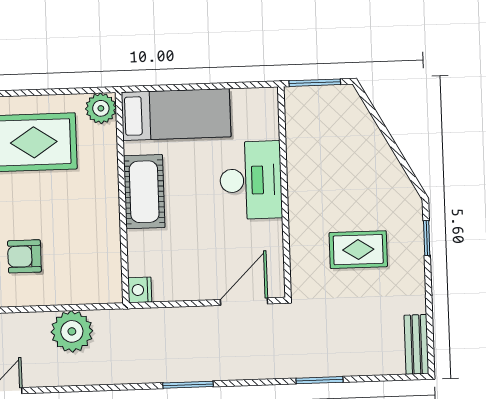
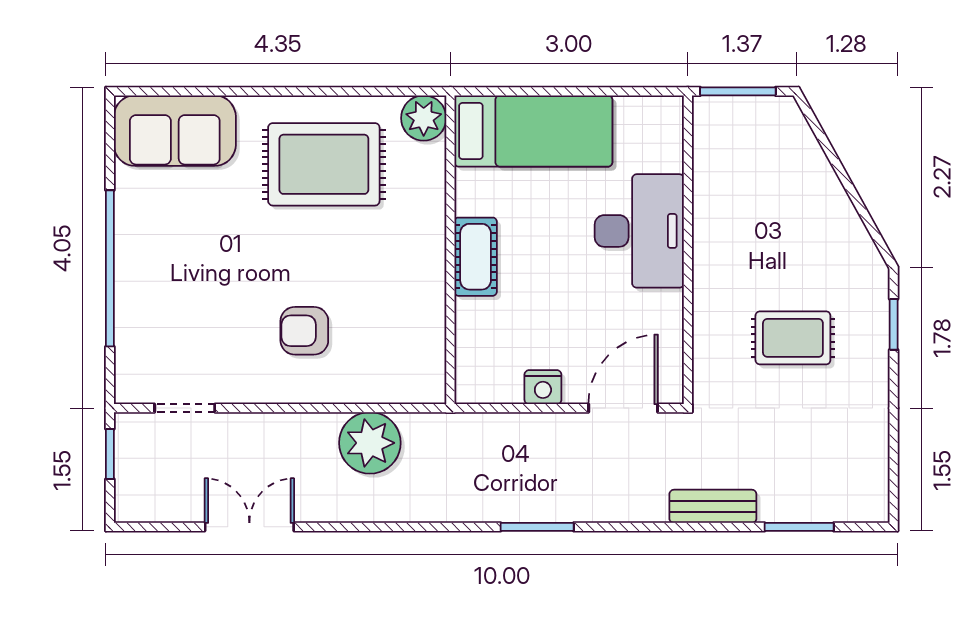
cot: (144, 192) -> (476, 257), width x0.73, depth x0.75
nightstand: (140, 290) -> (543, 387), moved, turned -90
bench: (416, 344) -> (713, 506), moved, turned 90
window: (319, 380) -> (799, 527), moved

